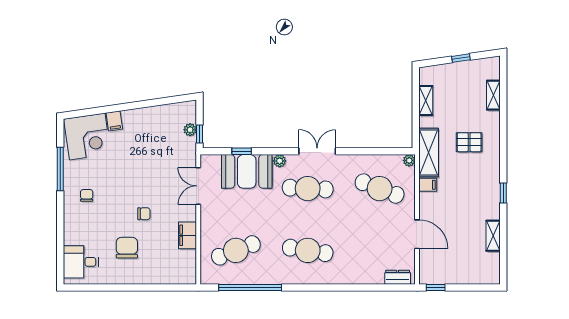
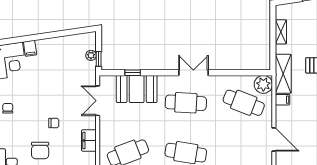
plant: (409, 160) -> (263, 84), width x1.88, depth x1.88
plant: (280, 161) -> (163, 80), removed
chair: (127, 248) -> (40, 150), turned 180

